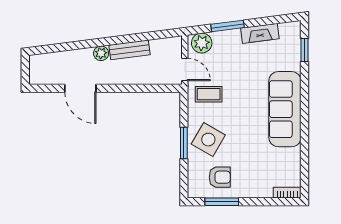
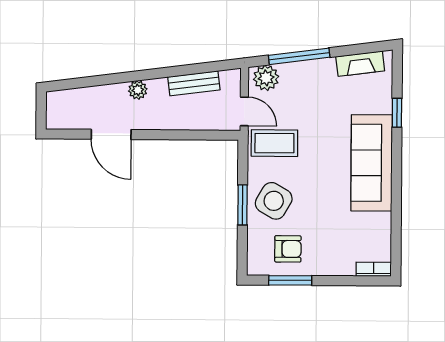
window: (228, 26) -> (299, 56), width x1.44
fireplace: (260, 33) -> (360, 64), moved
bench: (130, 50) -> (194, 83), moved
window: (305, 50) -> (397, 113), moved
coffee table: (209, 94) -> (274, 143), width x1.36, depth x1.30

